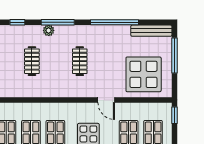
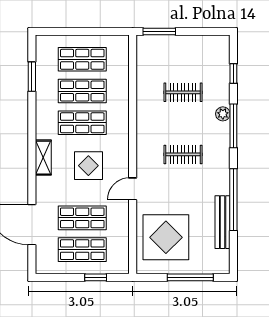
bench: (151, 31) -> (223, 222), moved
window: (174, 115) -> (96, 277), moved

